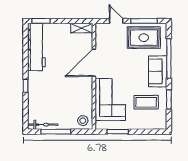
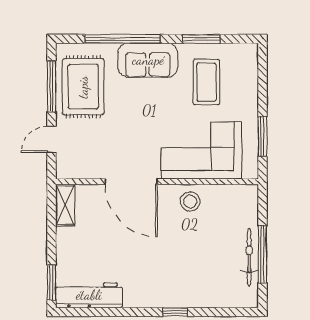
workbench: (36, 47) -> (89, 295), width x0.73, depth x0.76
stool: (83, 121) -> (190, 201), moved
bicycle: (43, 125) -> (249, 257), moved

